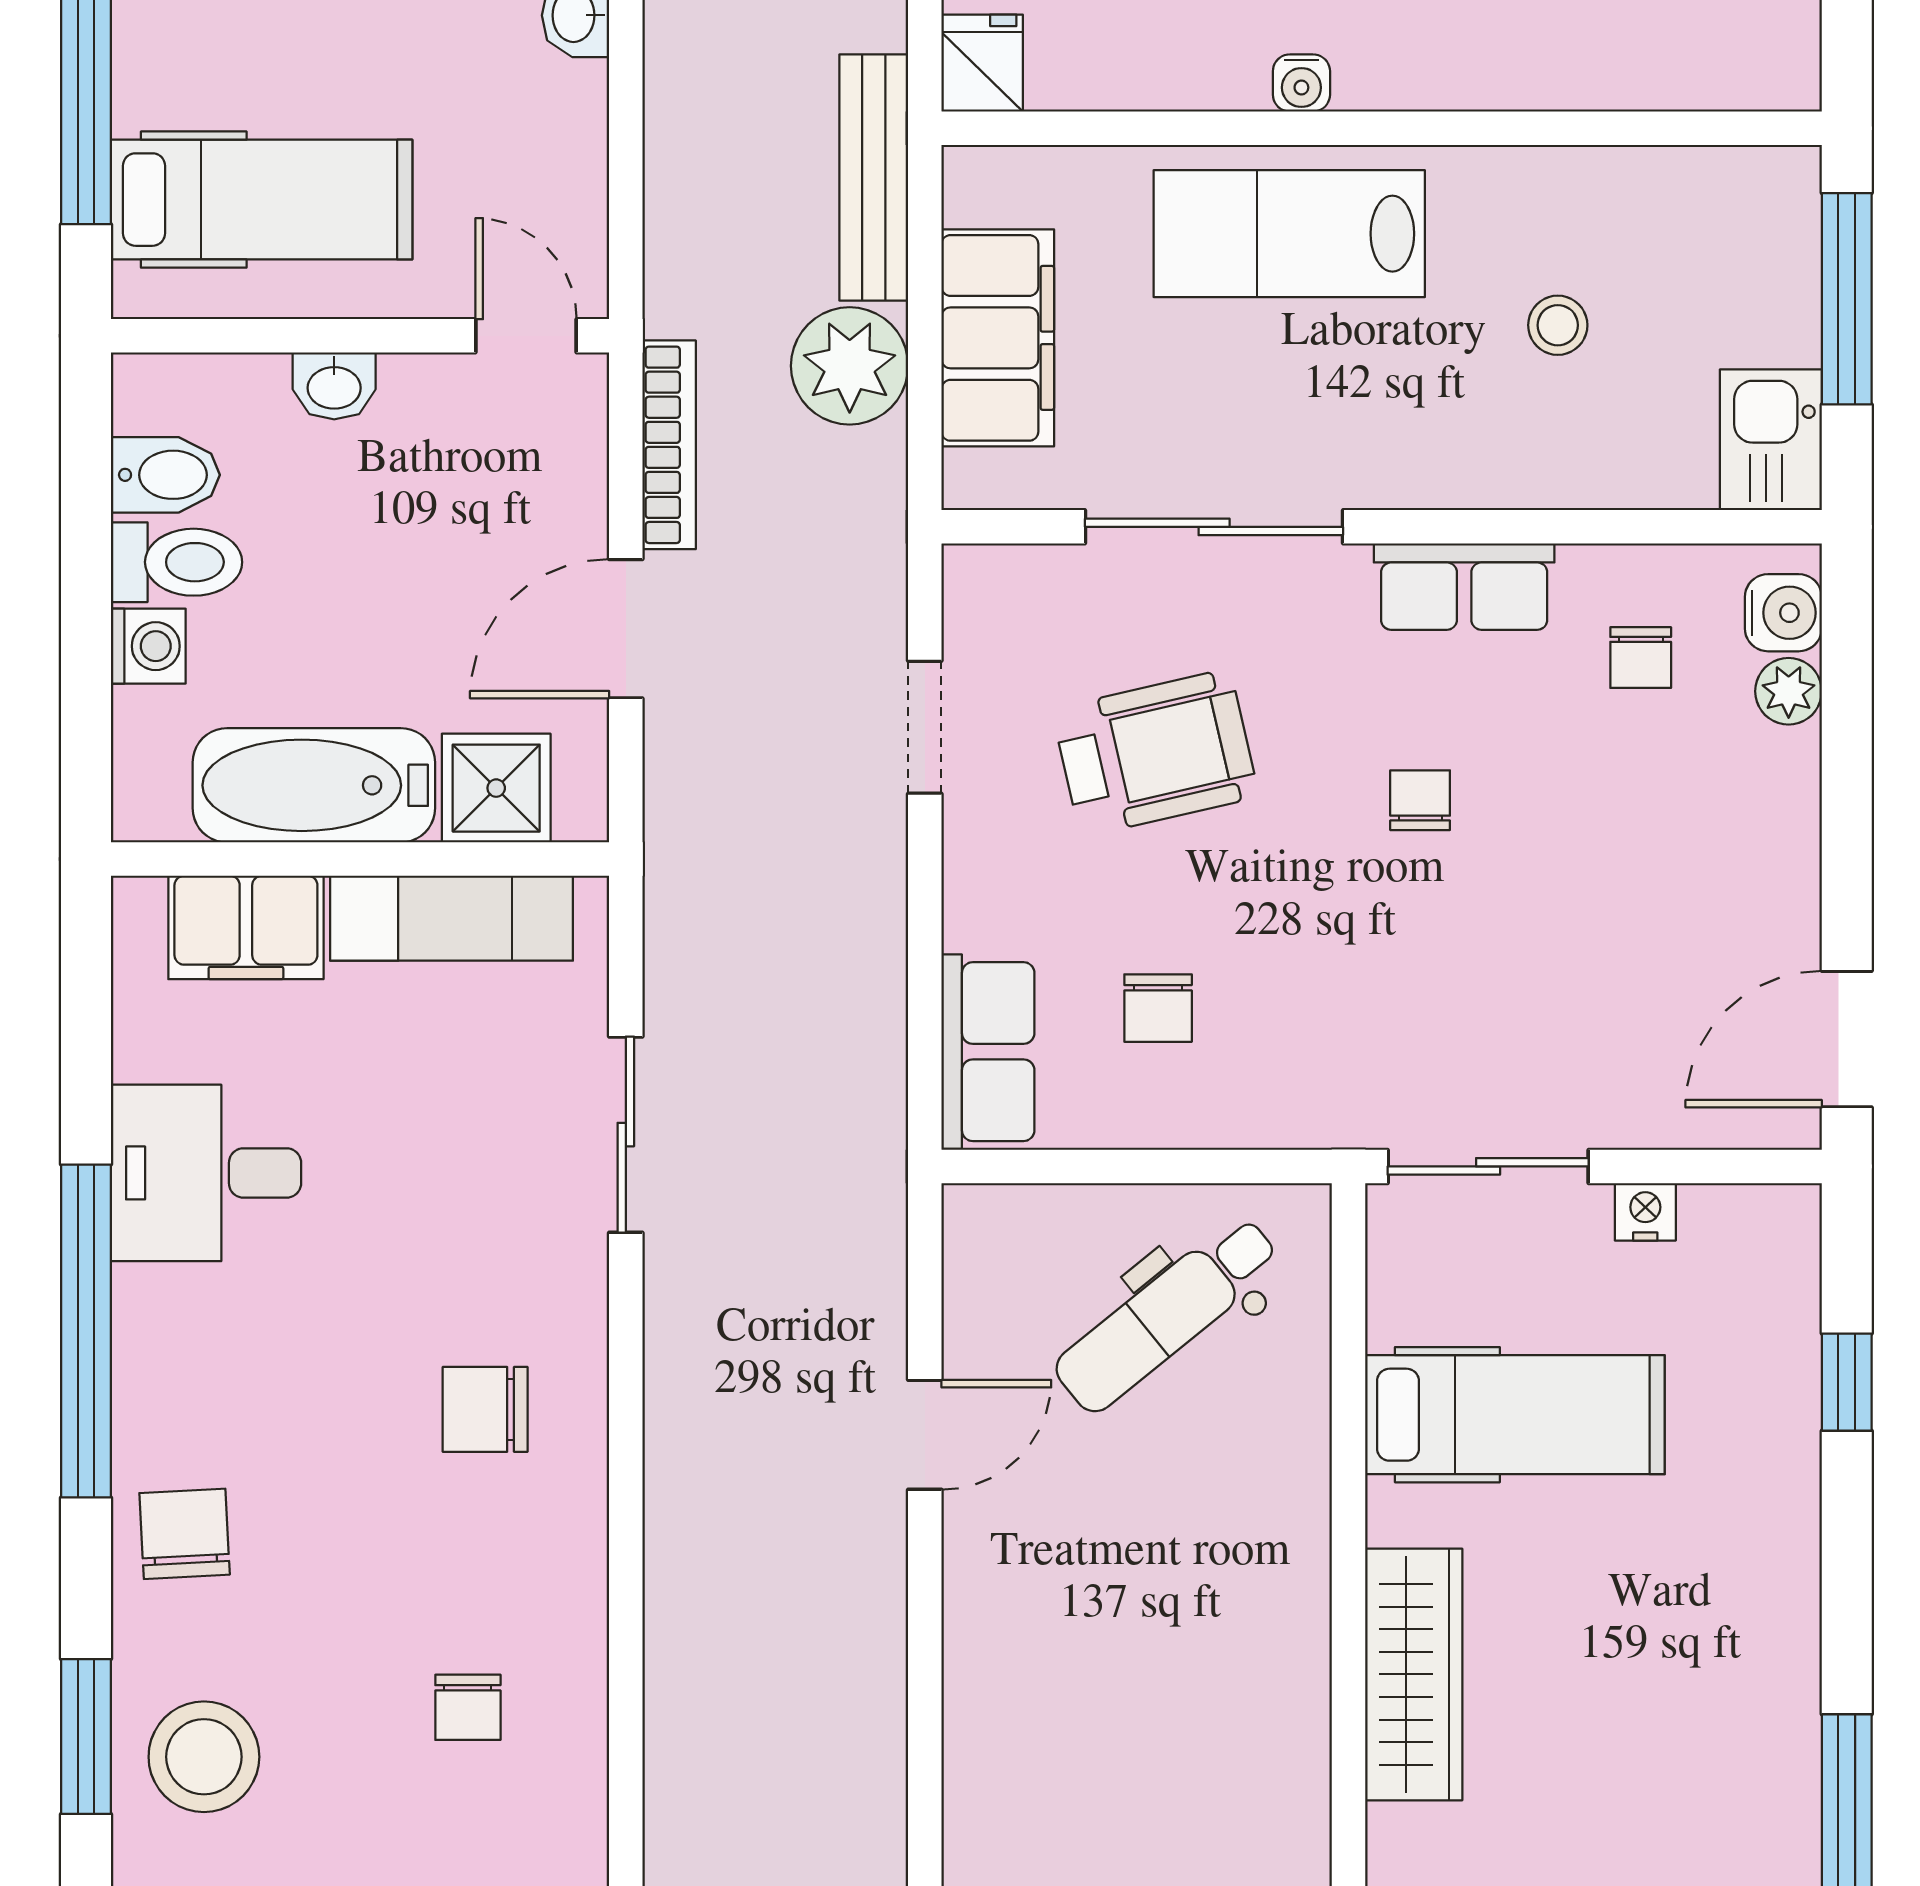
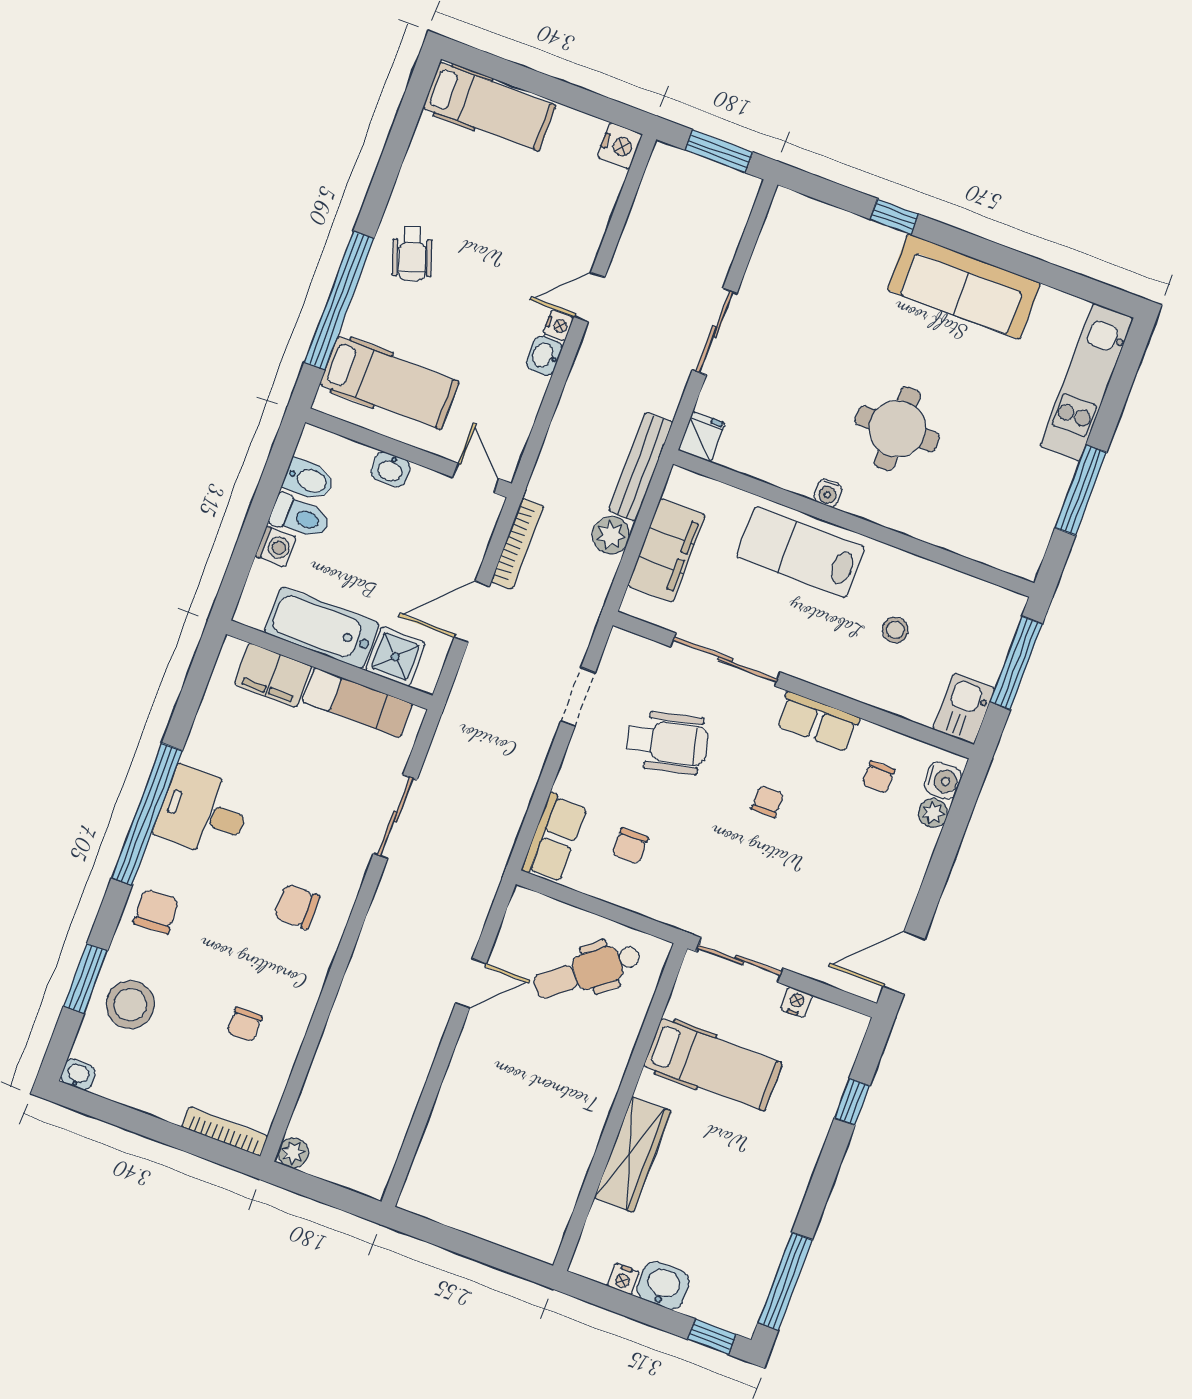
plant: (850, 366) -> (611, 535), width x0.73, depth x0.73
desk: (206, 1173) -> (203, 812), moved

